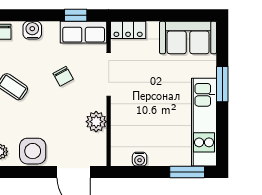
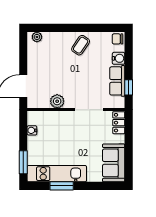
row of seats: (84, 32) -> (117, 81), moved
chair: (63, 76) -> (88, 79), removed
window: (222, 84) -> (62, 186), moved
side table: (33, 151) -> (37, 59), removed

